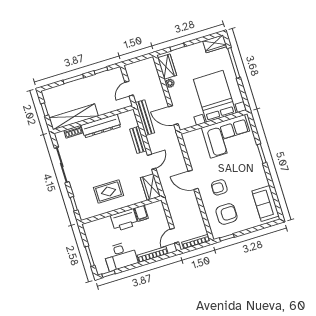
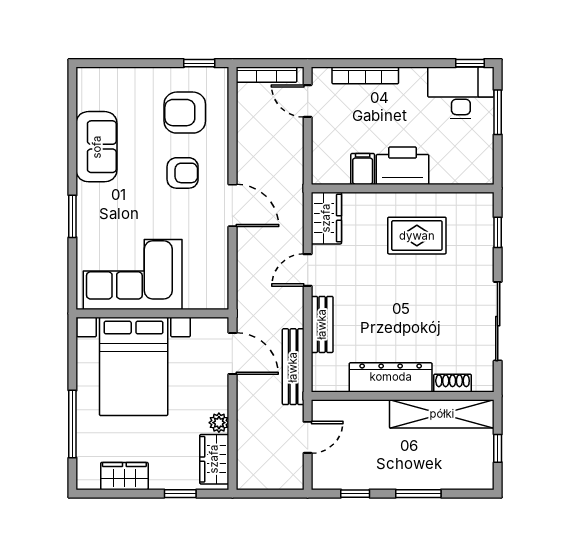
wardrobe: (215, 44) -> (124, 476), moved
sofa: (265, 203) -> (97, 147), moved
door: (174, 236) -> (308, 101), swing flipped
desk: (120, 256) -> (461, 93), moved

